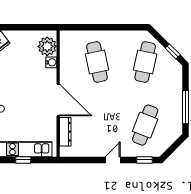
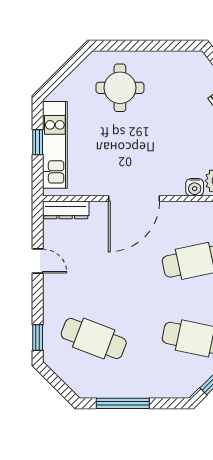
dresser: (65, 132) -> (66, 210), moved
door: (113, 160) -> (38, 261), moved

